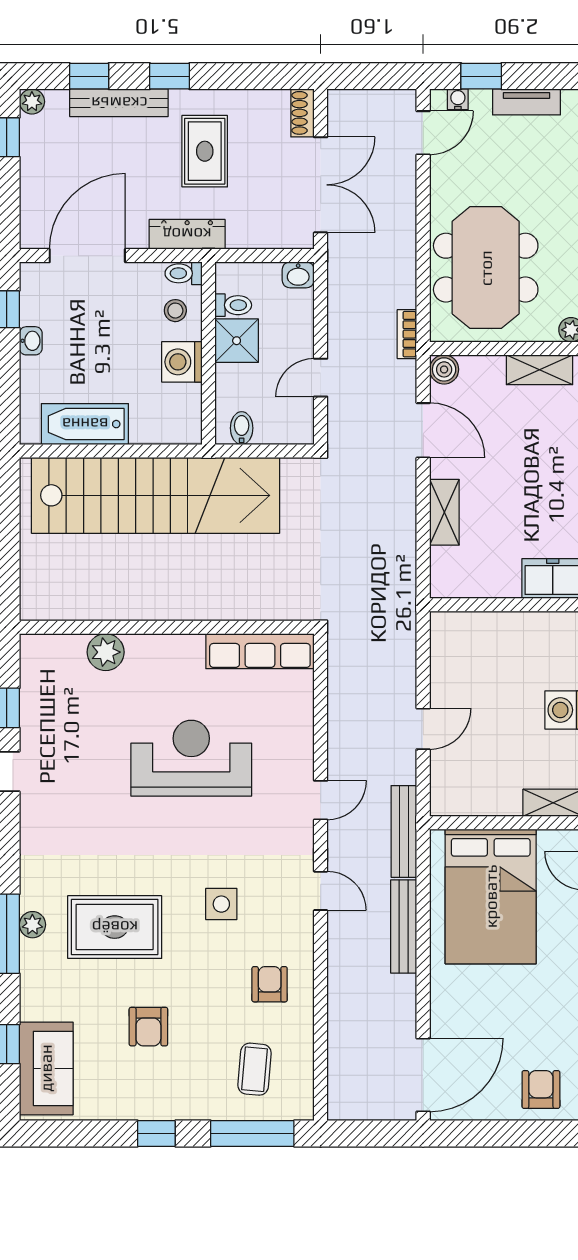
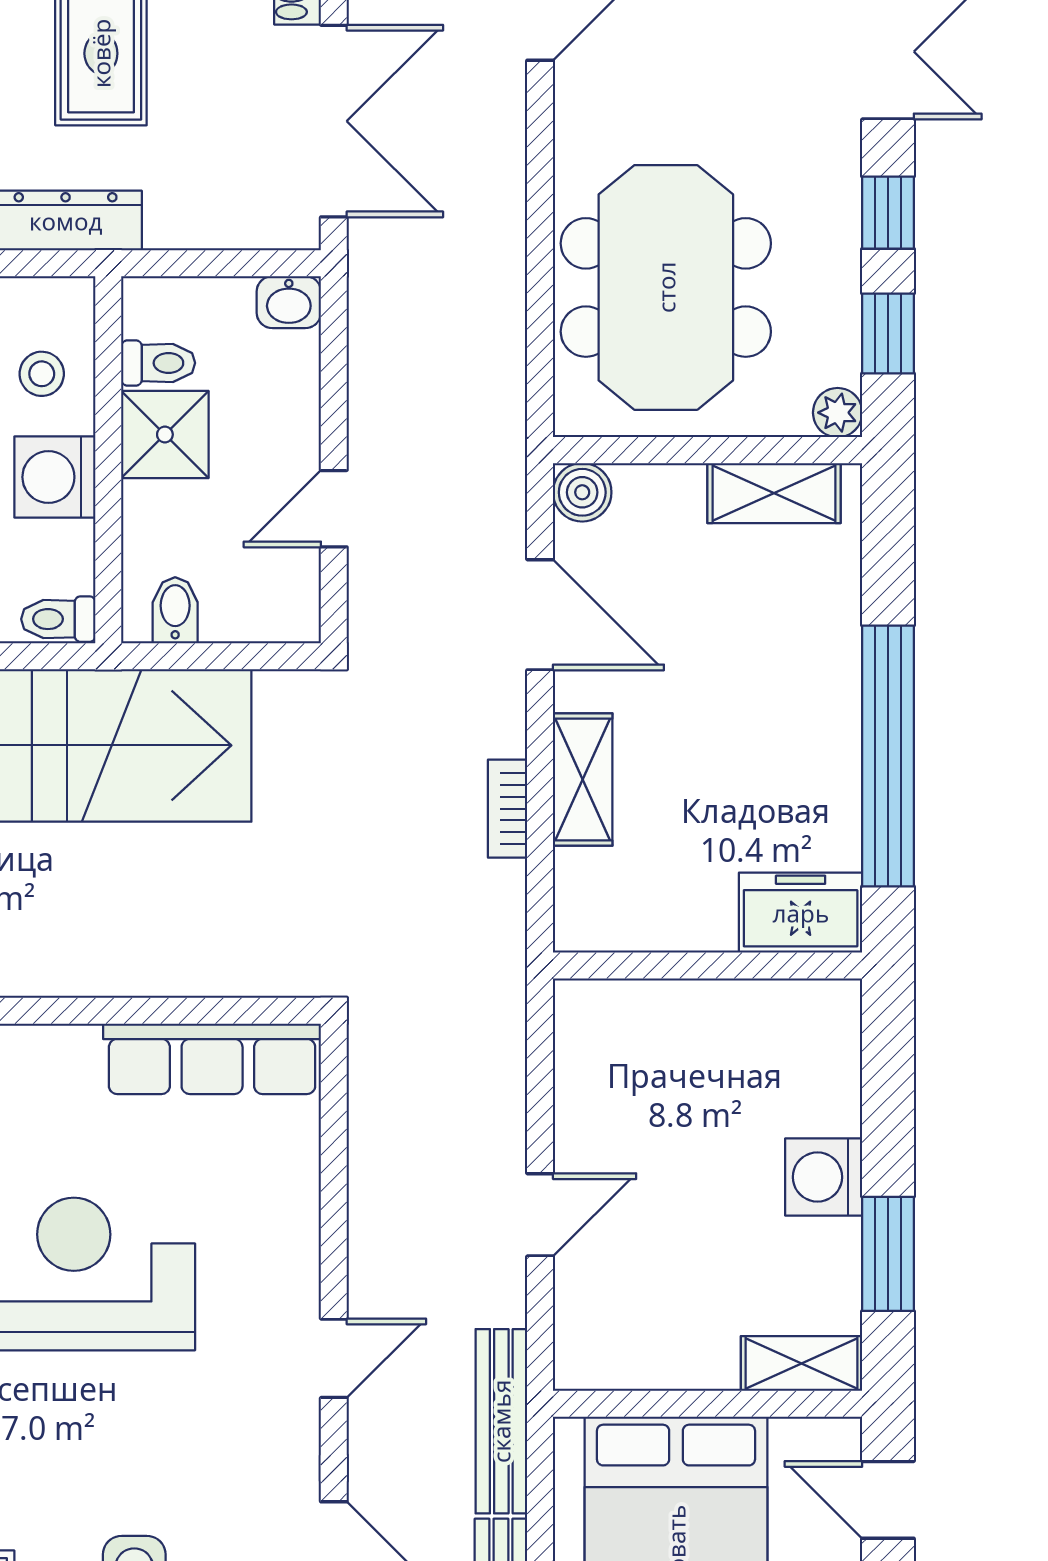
toilet: (184, 273) -> (58, 619), moved
bookcase: (407, 334) -> (508, 809), moved

